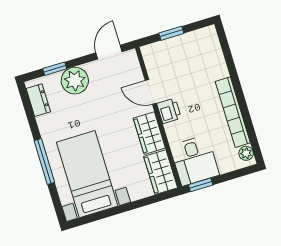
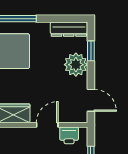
dresser: (38, 100) -> (69, 29), width x1.44
printer: (169, 111) -> (69, 135), moved

